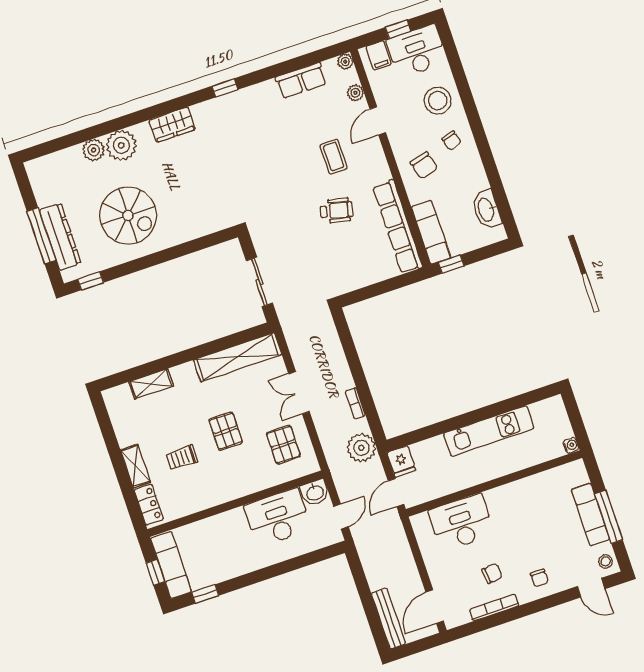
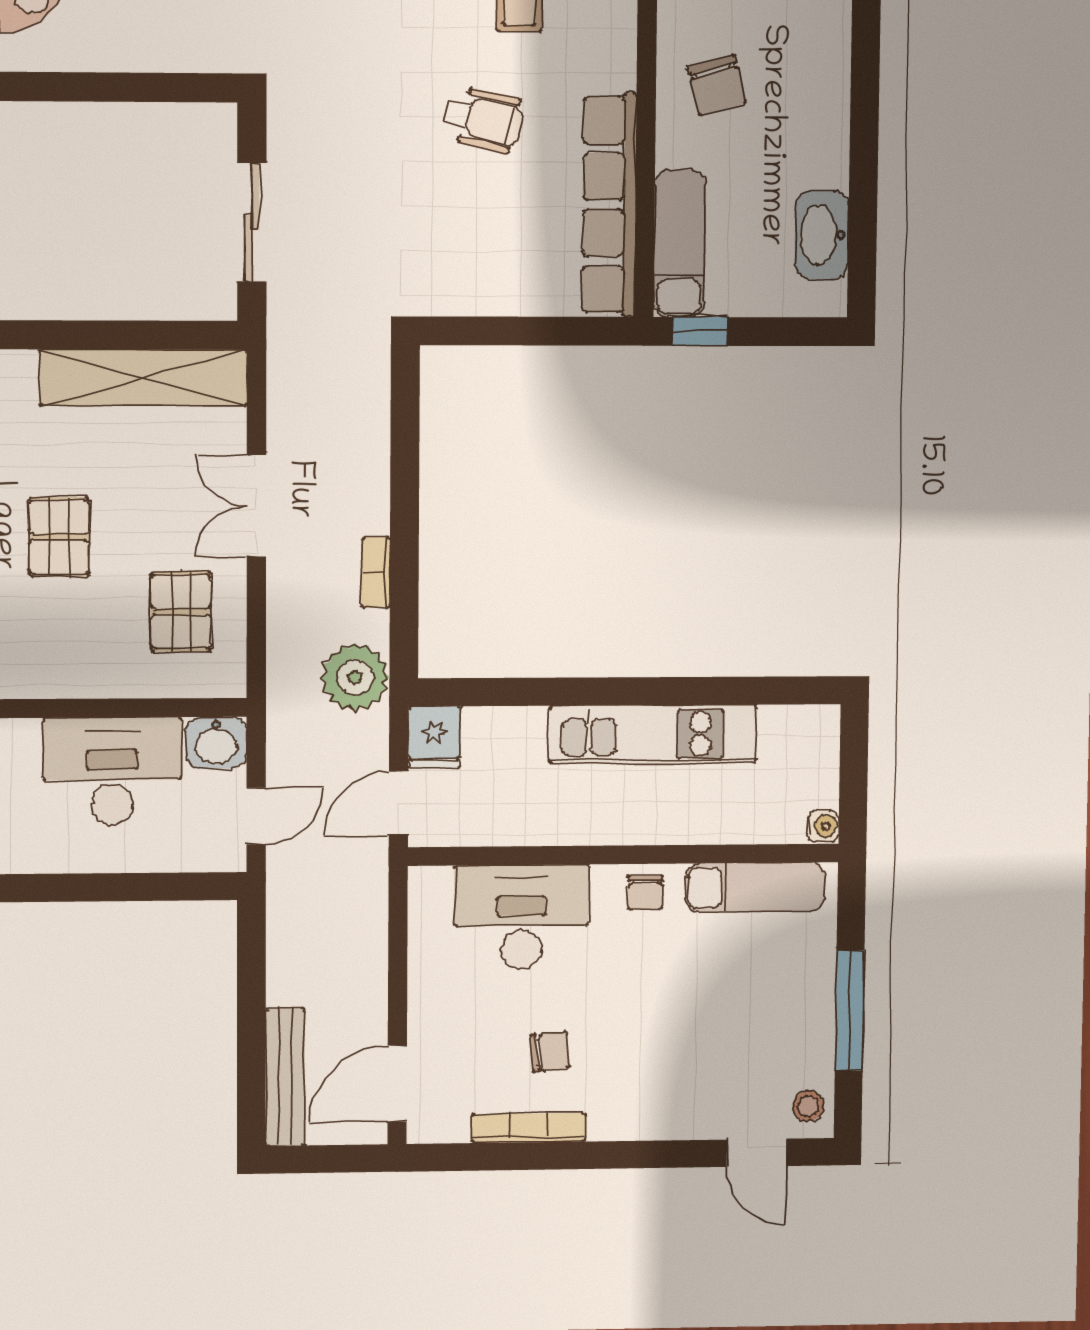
chair: (452, 141) -> (799, 50), removed
exam couch: (591, 515) -> (755, 887), moved, turned -90
chair: (539, 578) -> (645, 892), moved

